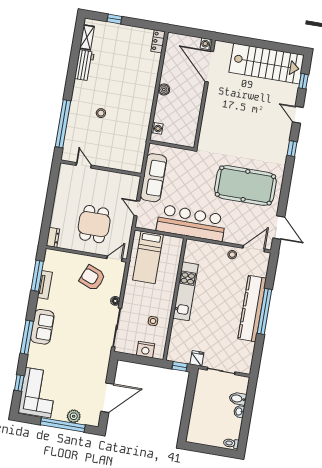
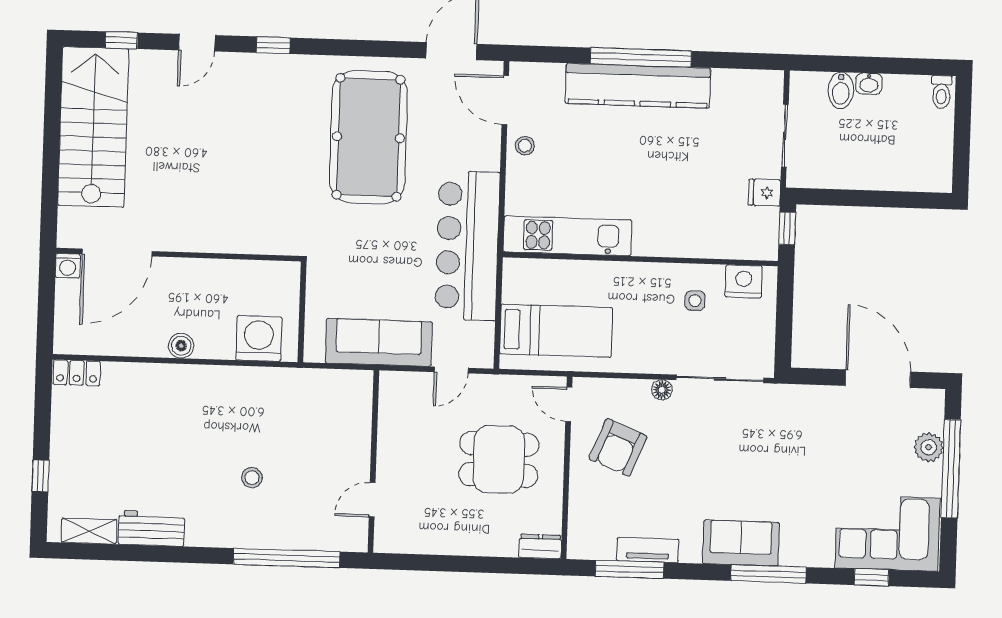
washing machine: (157, 128) -> (259, 339), width x1.89, depth x1.89
kitchen unit: (186, 291) -> (567, 236), moved
nightstand: (146, 350) -> (744, 281), moved, turned -90

